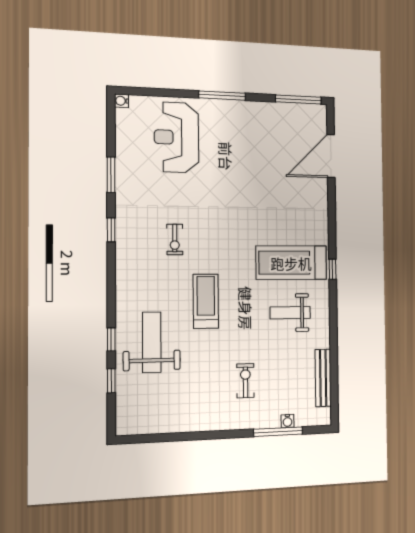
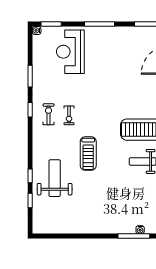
window: (145, 92) -> (51, 24), added
treadmill: (206, 301) -> (88, 153), turned 180
exercise bike: (245, 381) -> (49, 114), moved

